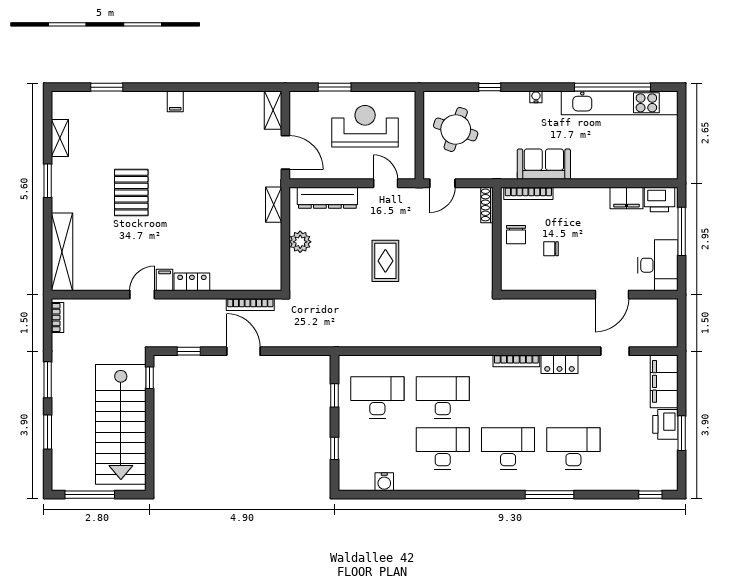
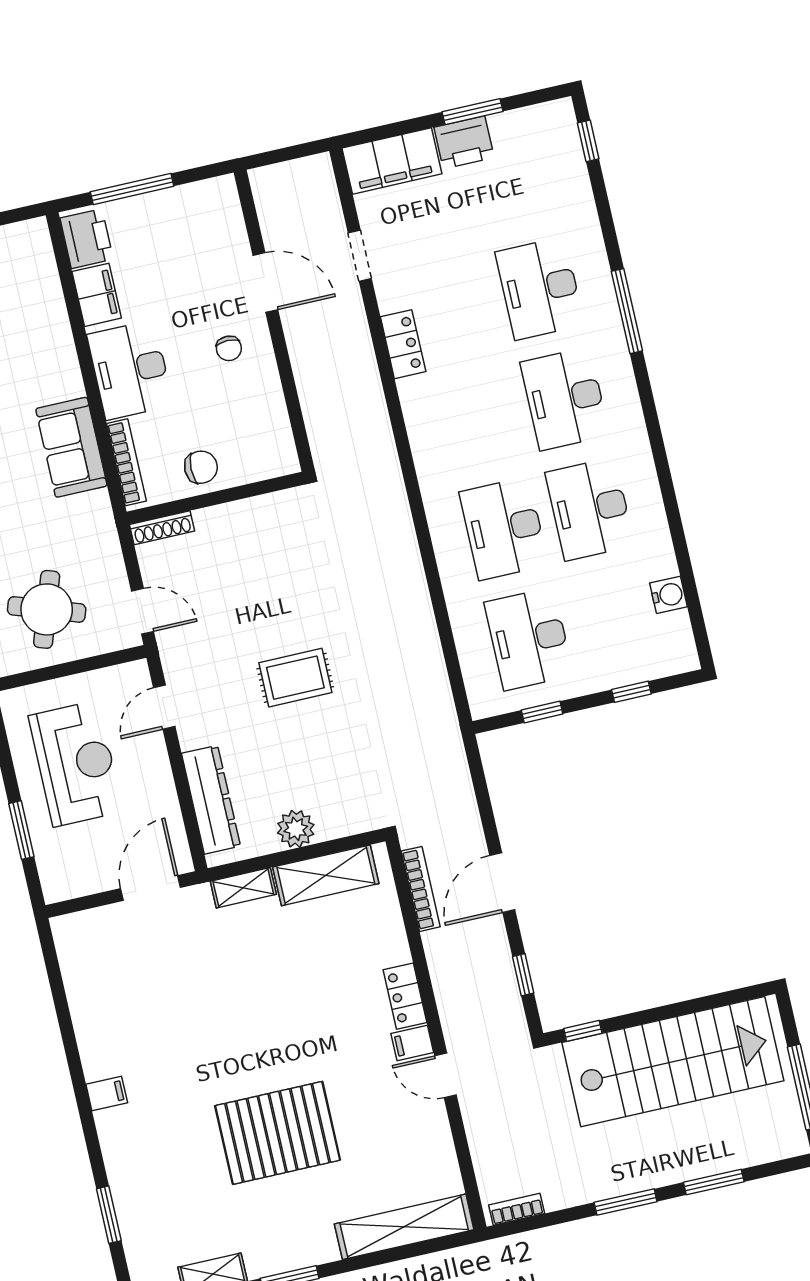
shelving: (273, 110) -> (326, 875), moved, width x1.50, depth x1.33
reception desk: (365, 126) -> (76, 764), turned 180
pallet: (131, 193) -> (278, 1133), width x1.37, depth x1.41
chair: (551, 249) -> (229, 348), moved
desk: (658, 265) -> (130, 370), moved, turned -90
bookcase: (516, 361) -> (414, 418), removed

